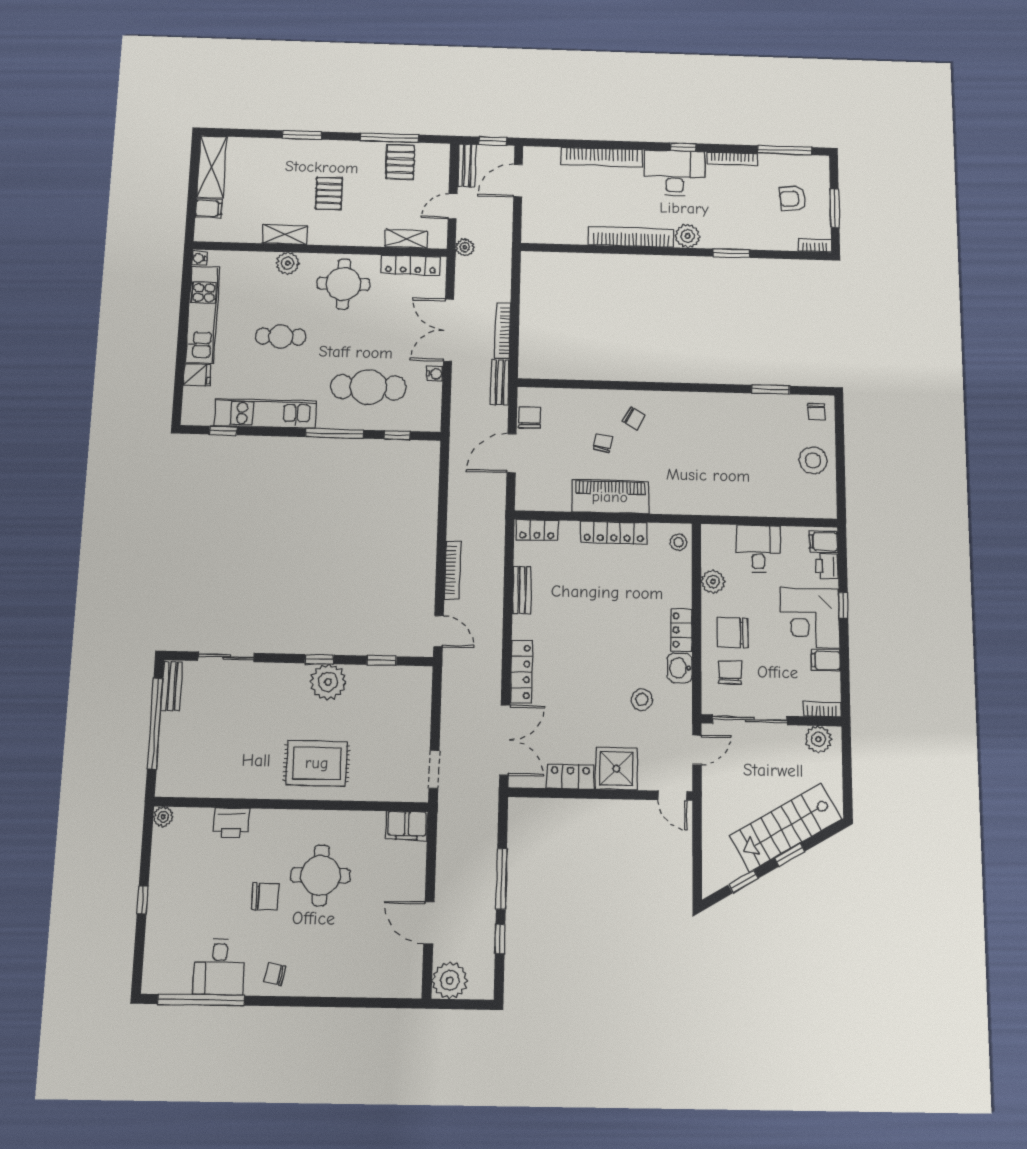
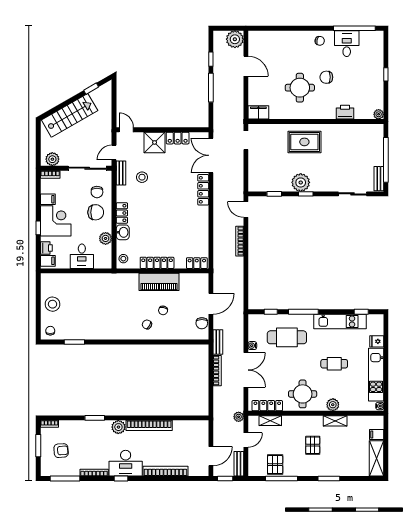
bench: (522, 590) -> (121, 173), moved
washbasin: (680, 668) -> (123, 232), moved
window: (790, 855) -> (68, 102), removed

